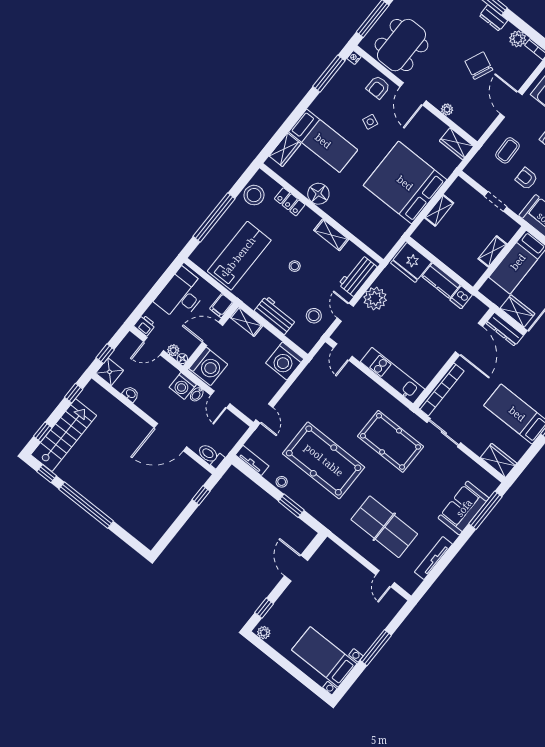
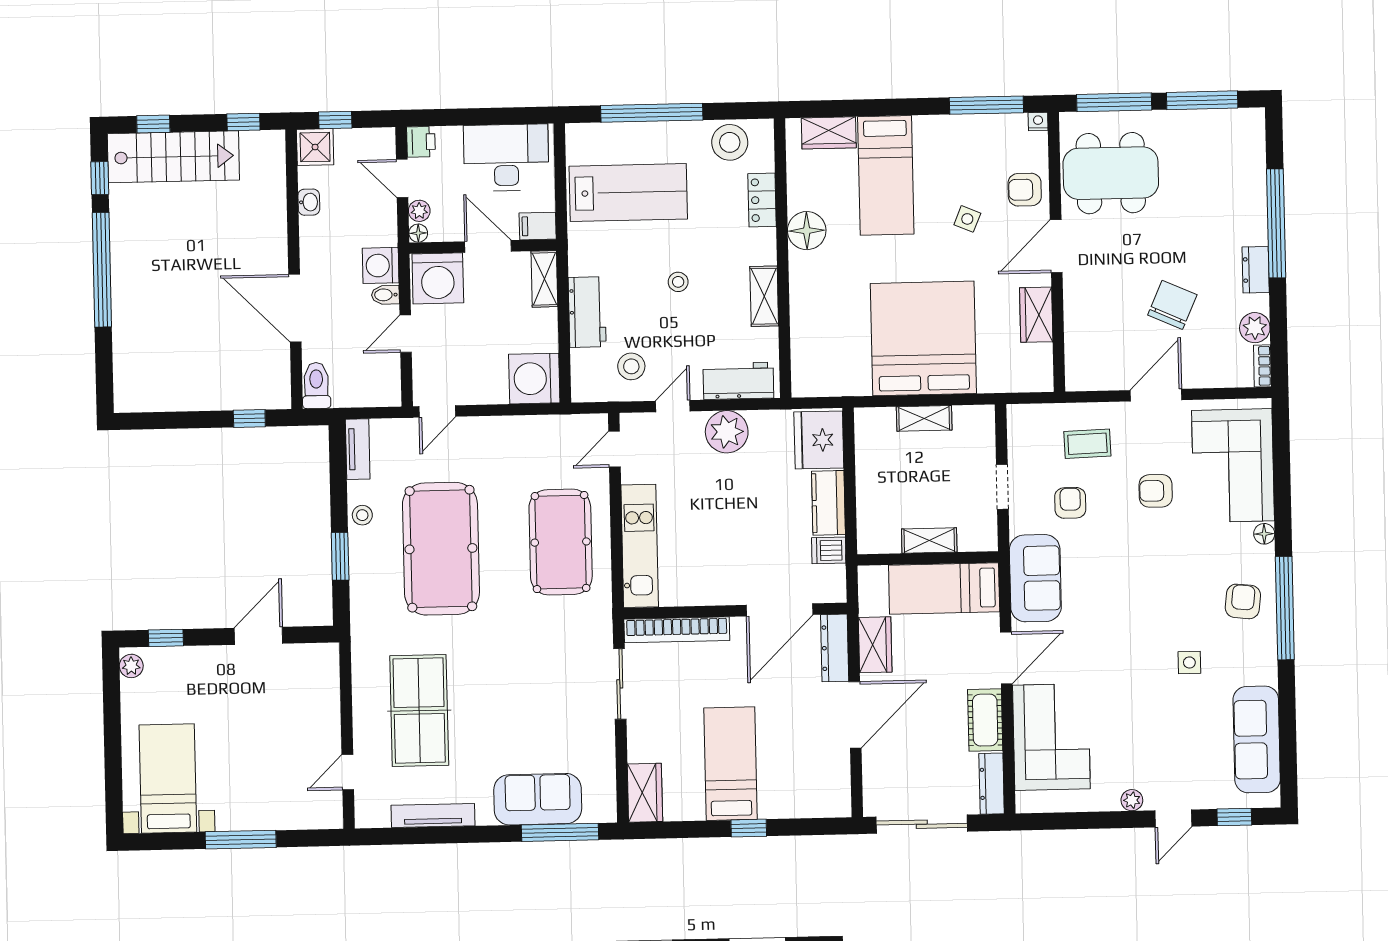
plant: (447, 109) -> (1074, 312), removed
wardrobe: (456, 144) -> (1036, 315), moved
pool table: (391, 441) -> (561, 542), moved

